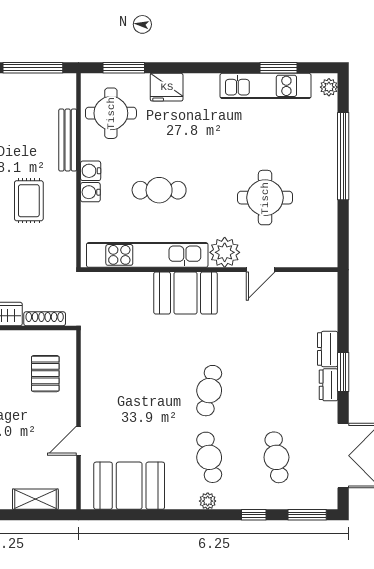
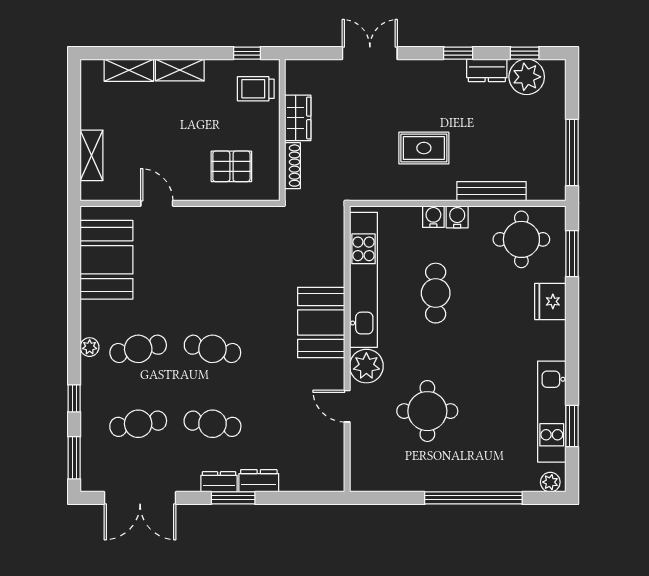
cafe table: (276, 391) -> (212, 424), added

